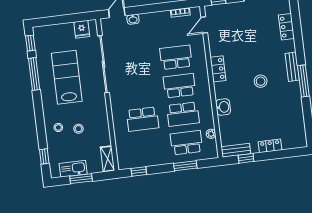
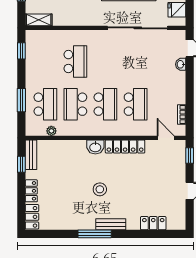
locker: (218, 69) -> (125, 147), width x1.53
washbasin: (223, 107) -> (95, 147), moved
school desk: (143, 119) -> (75, 62), turned 180
locker: (294, 142) -> (32, 217), added

